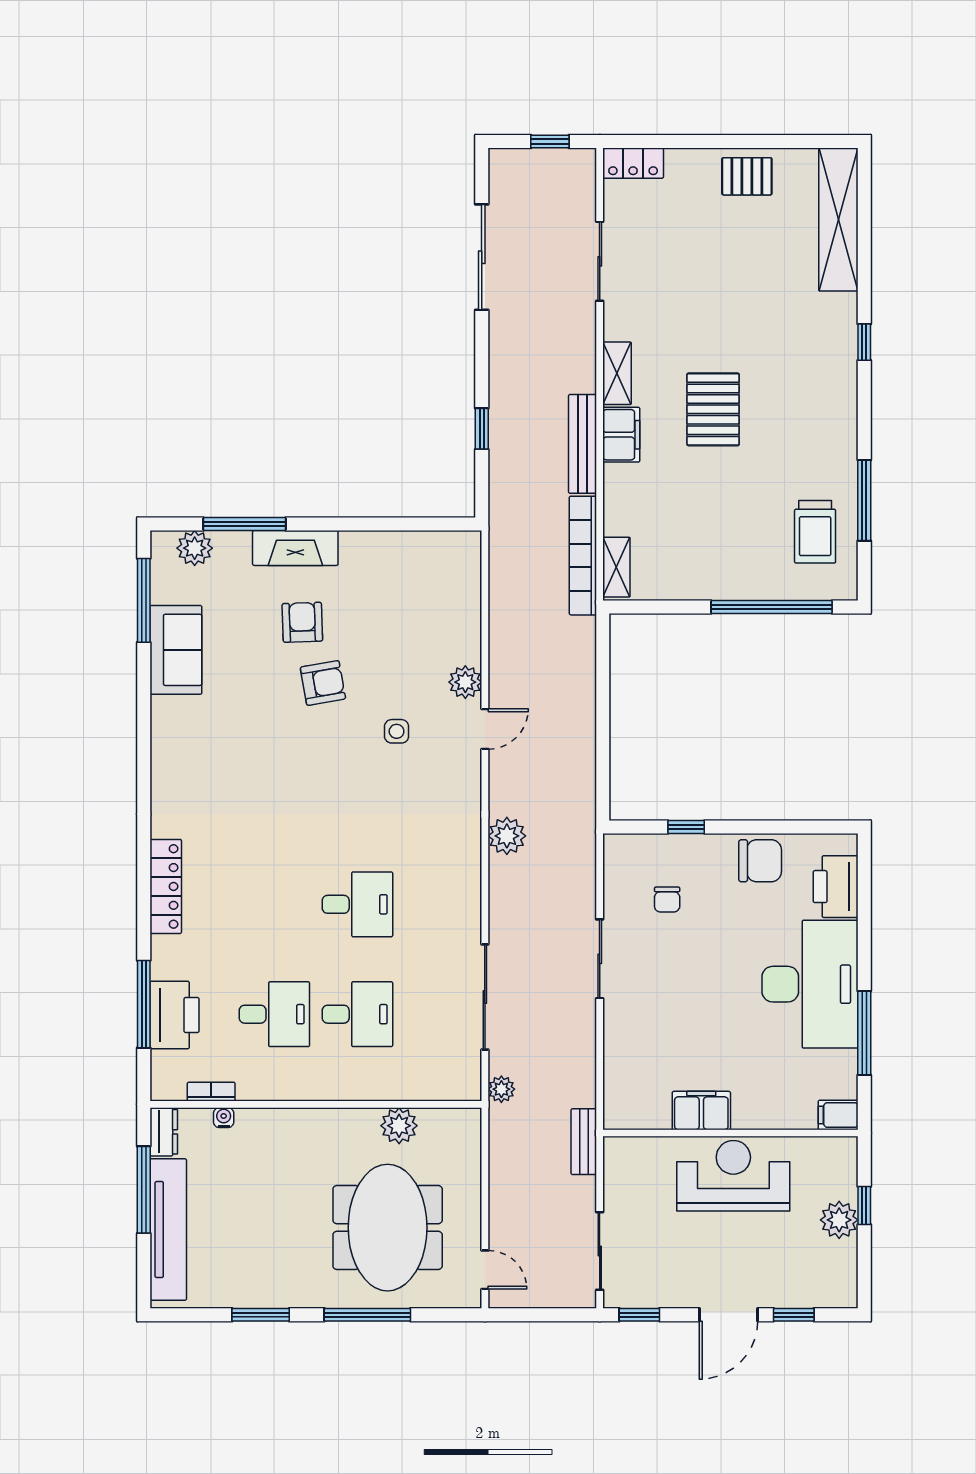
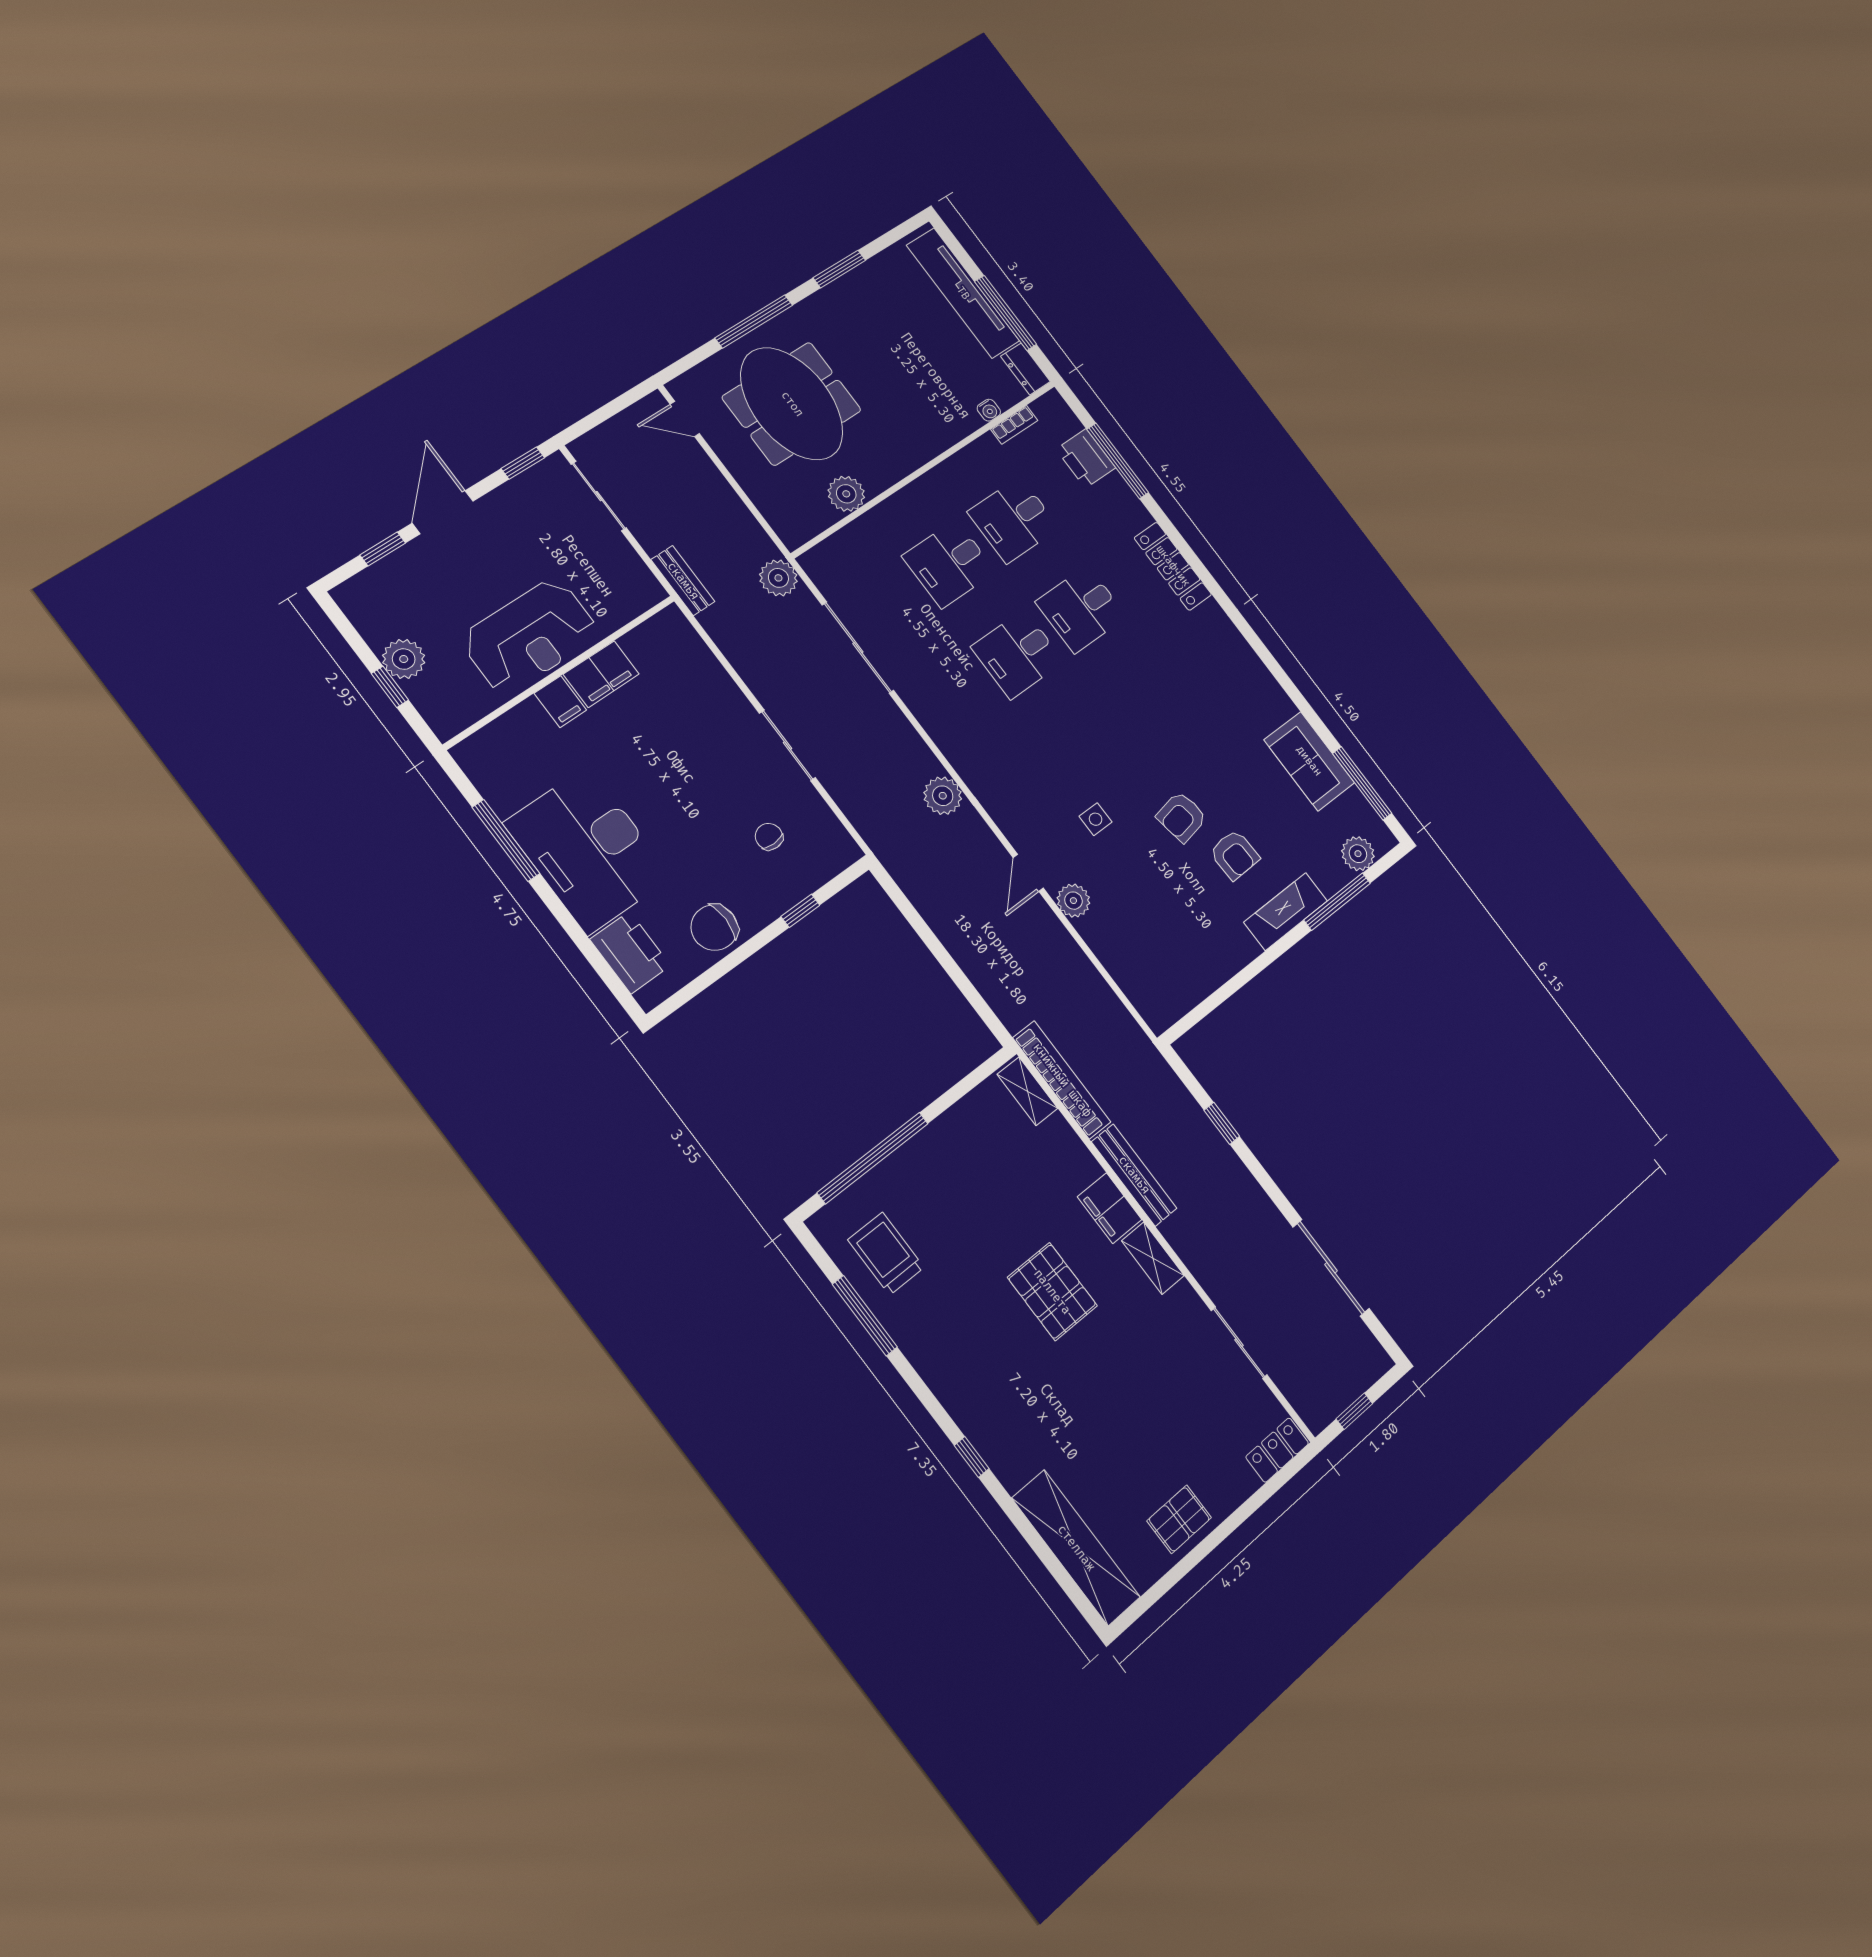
desk: (274, 904) -> (1081, 609), added
printer: (174, 1015) -> (1086, 458), width x0.73, depth x0.84
plant: (501, 1089) -> (778, 578), width x1.38, depth x1.38
filing cabinet: (838, 1115) -> (560, 702), moved, turned 90

